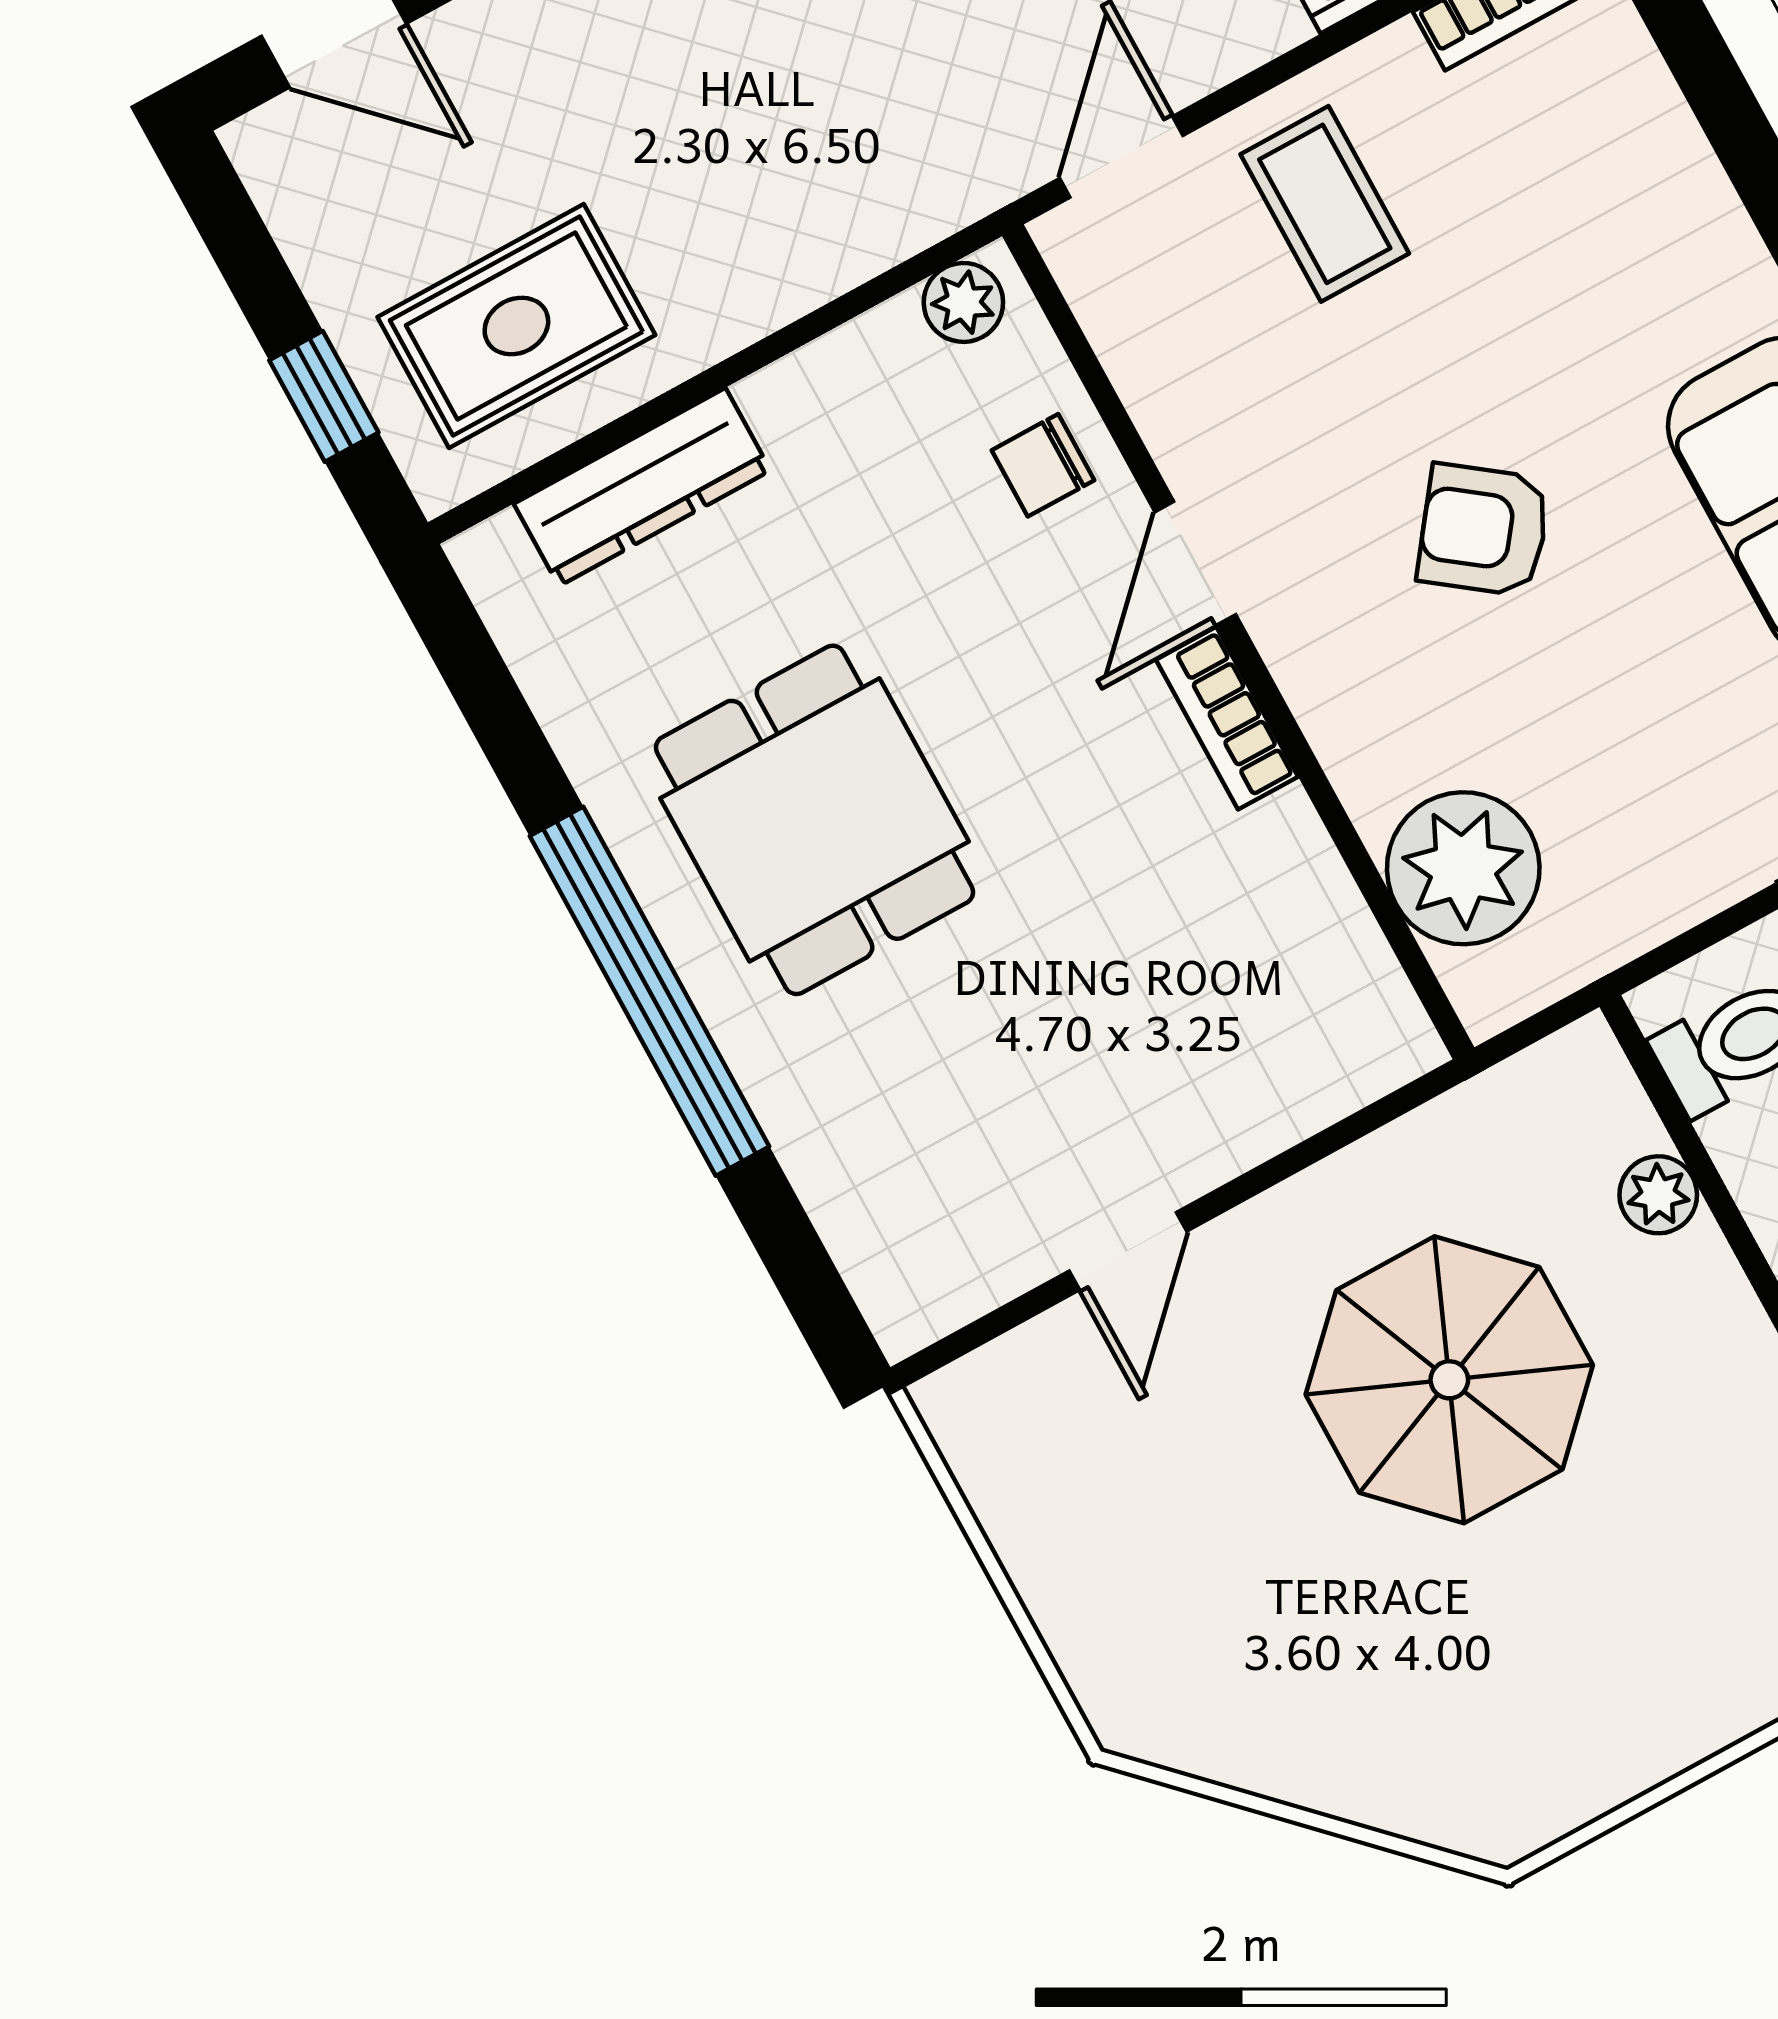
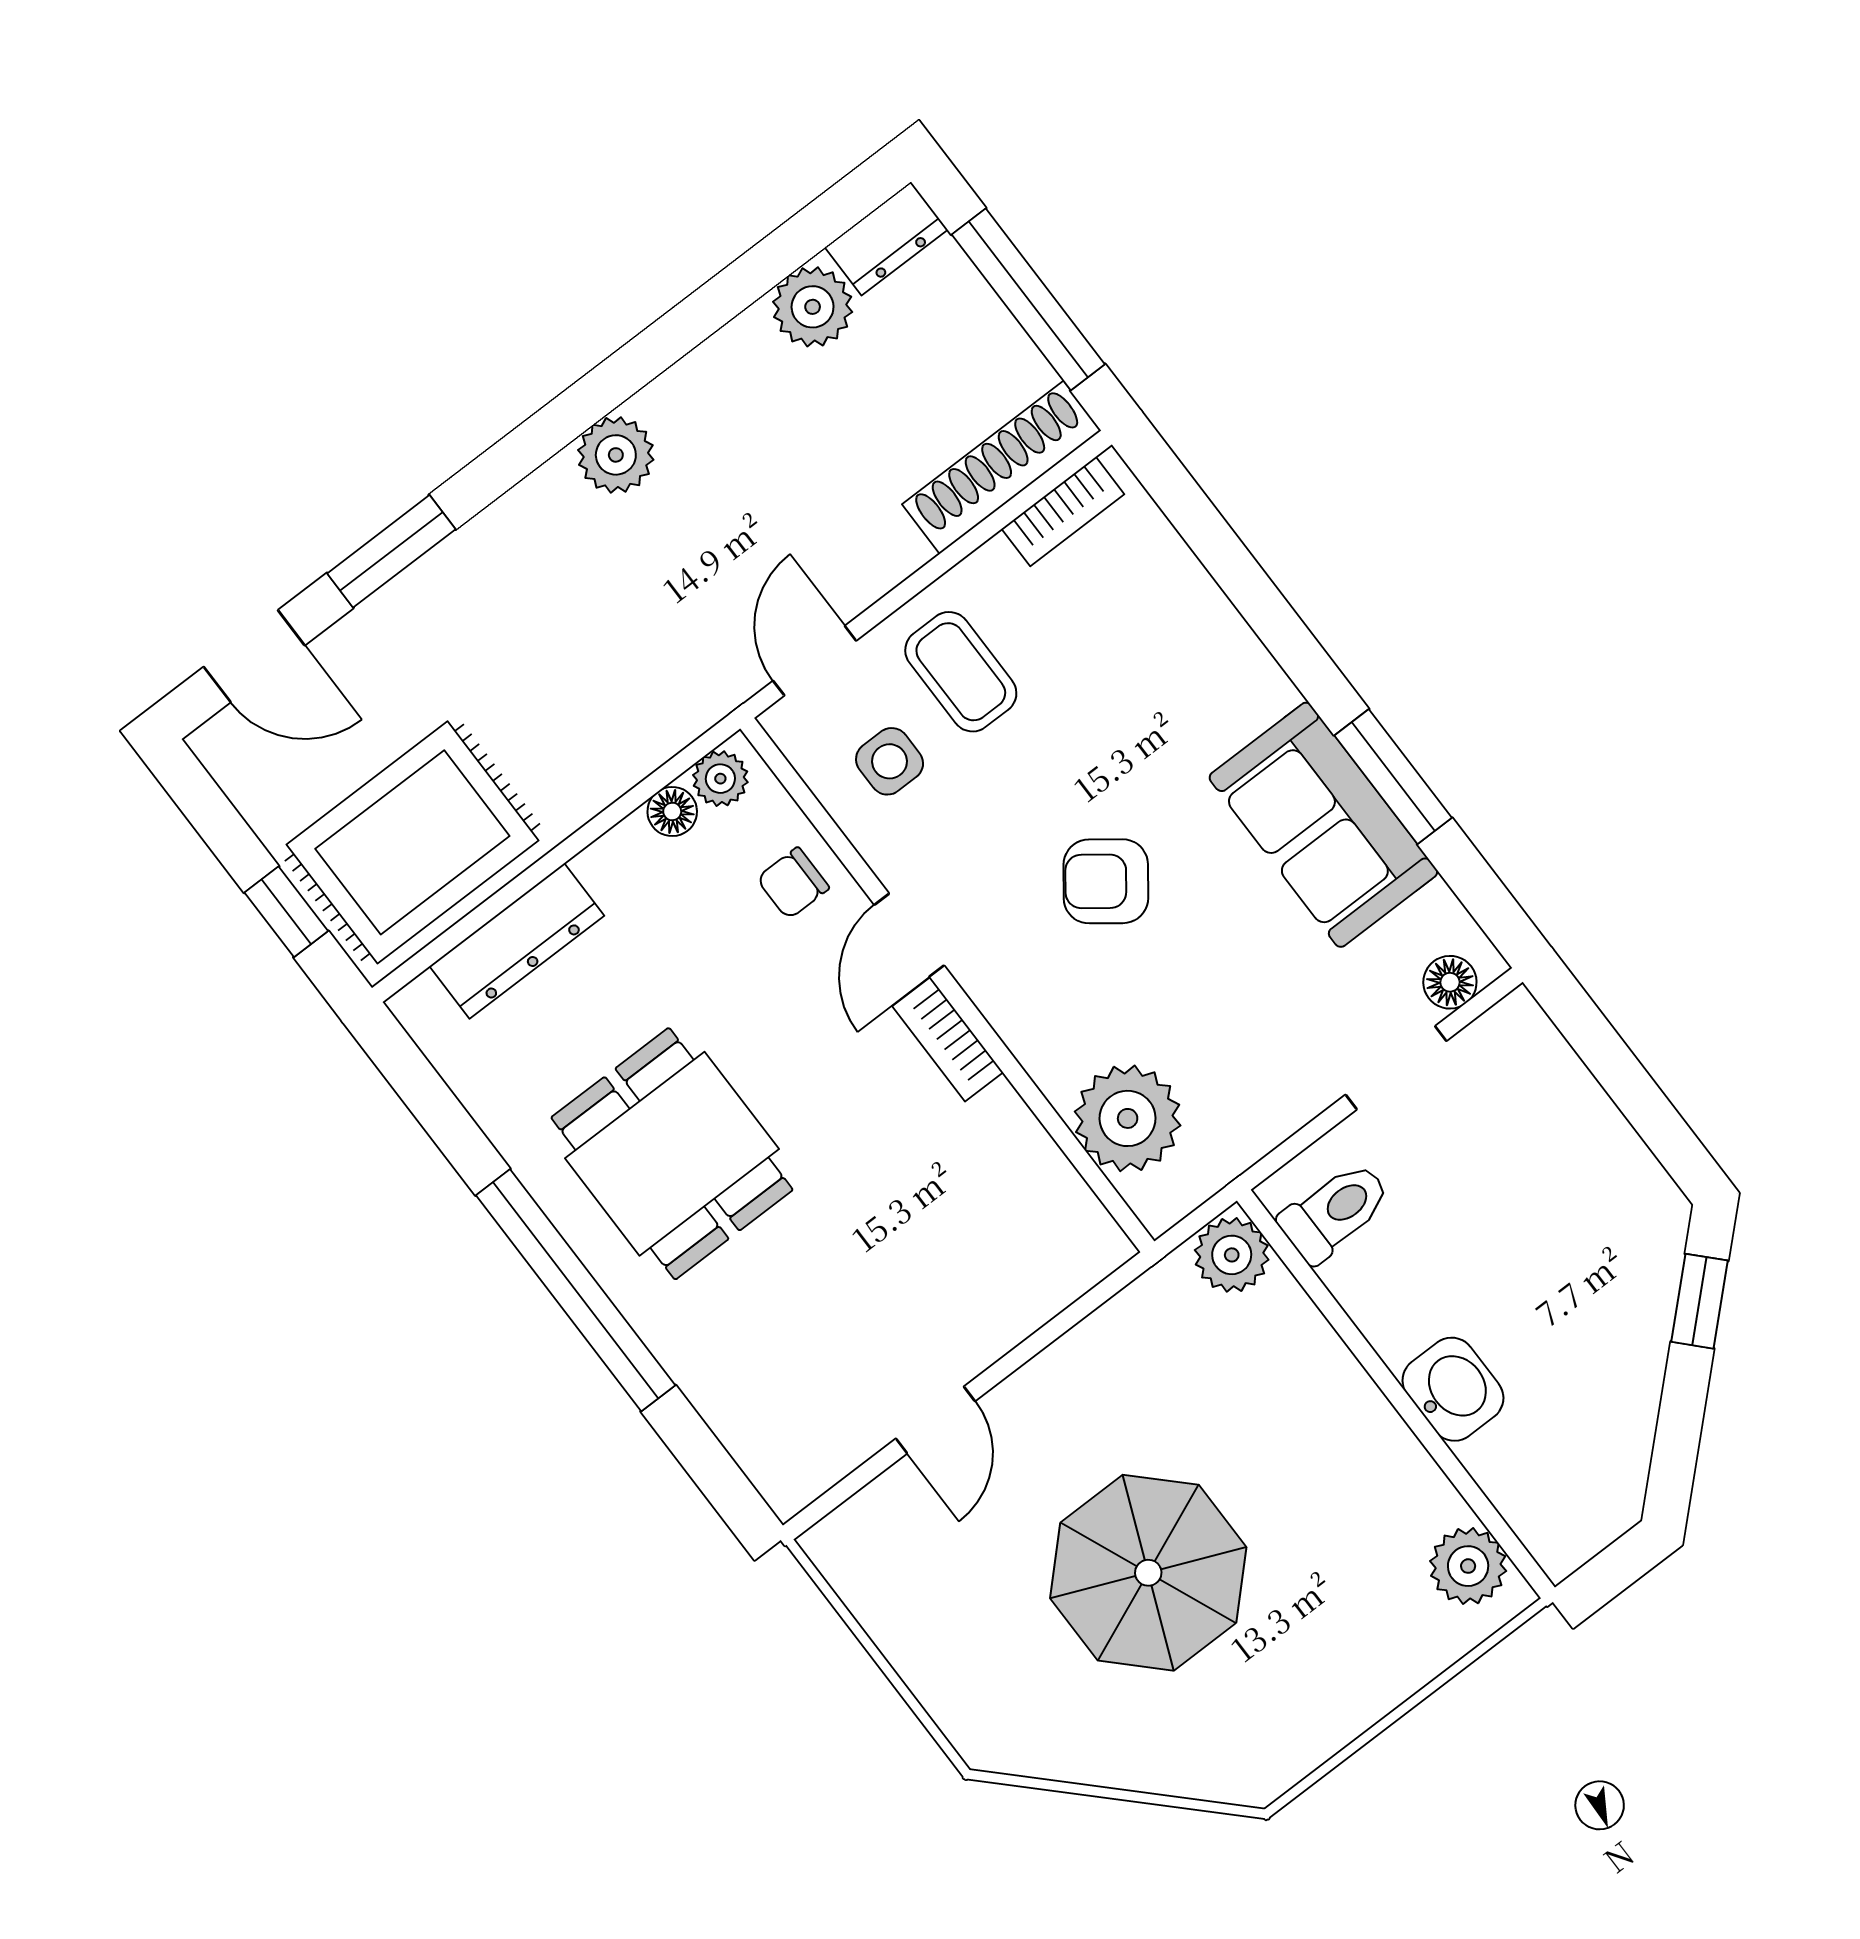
side table: (1205, 315) -> (890, 761), added
rug: (516, 326) -> (412, 842), width x1.36, depth x1.43
floor lamp: (889, 338) -> (672, 812), added
plant: (1658, 1195) -> (1232, 1255), moved, width x1.38, depth x1.38
parasol: (1449, 1380) -> (1148, 1573), moved

